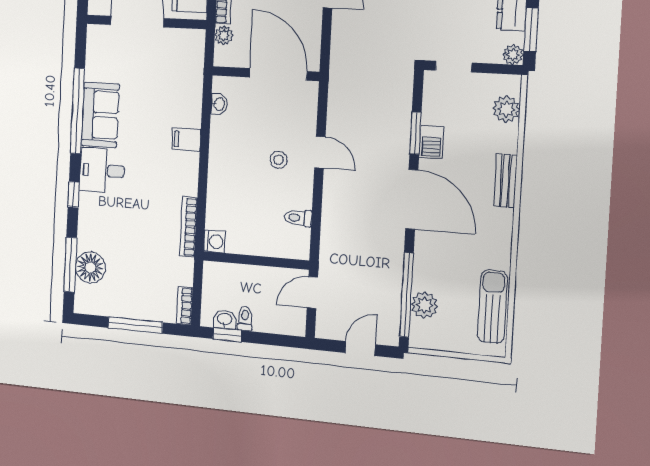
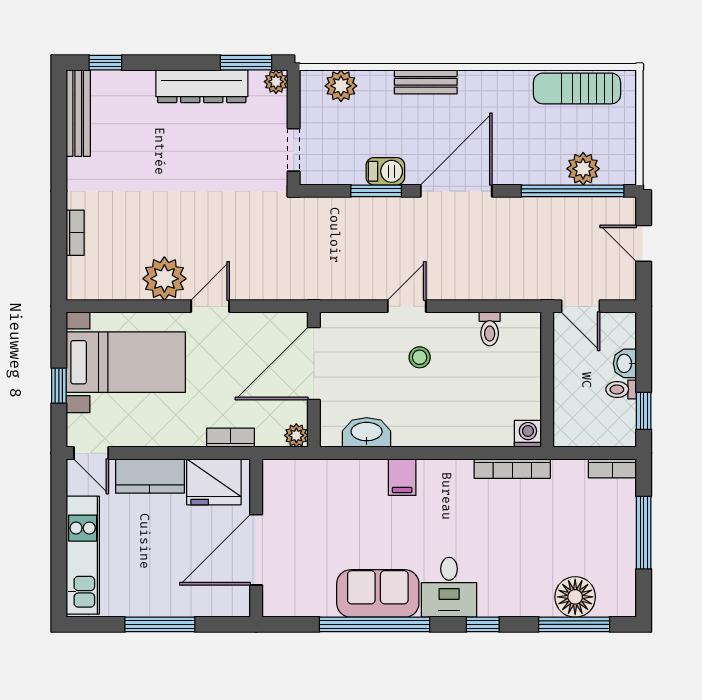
plant: (224, 35) -> (296, 435), moved
washbasin: (219, 104) -> (367, 432), width x1.91, depth x1.45
washbasin: (225, 319) -> (625, 363), moved

